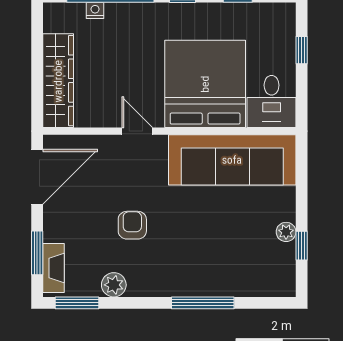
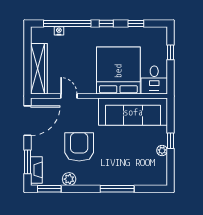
door: (137, 131) -> (69, 96), moved
armchair: (132, 225) -> (79, 147), width x1.88, depth x1.88
window: (302, 246) -> (170, 141), moved

